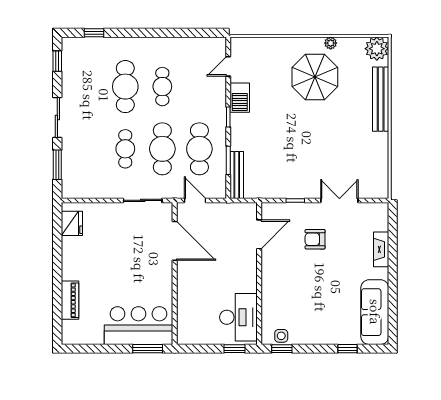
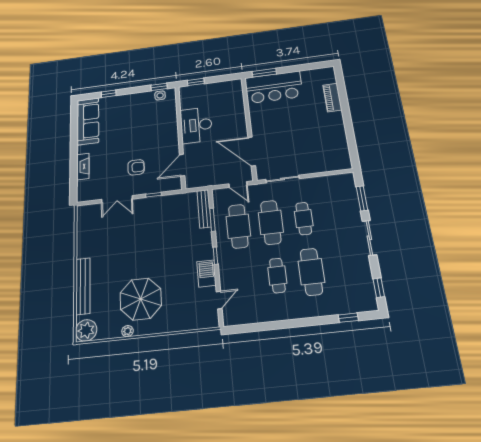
fridge: (72, 223) -> (341, 154), removed
desk: (238, 317) -> (196, 125), moved

